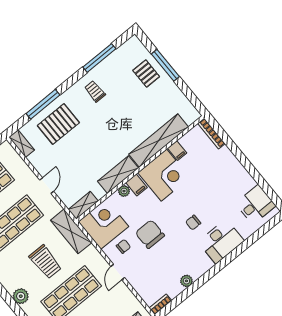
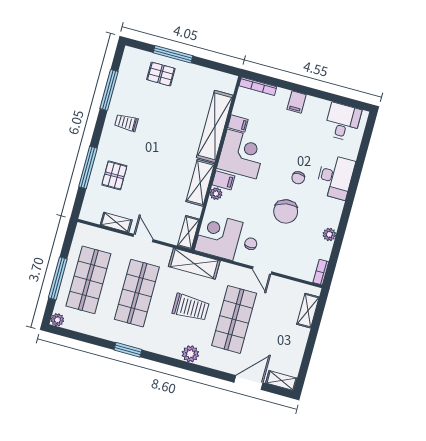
pallet: (58, 124) -> (114, 175), width x0.67, depth x0.71
shelving: (22, 144) -> (116, 222), moved
filing cabinet: (232, 166) -> (297, 102), added
chair: (150, 234) -> (286, 211), moved, turned -100

